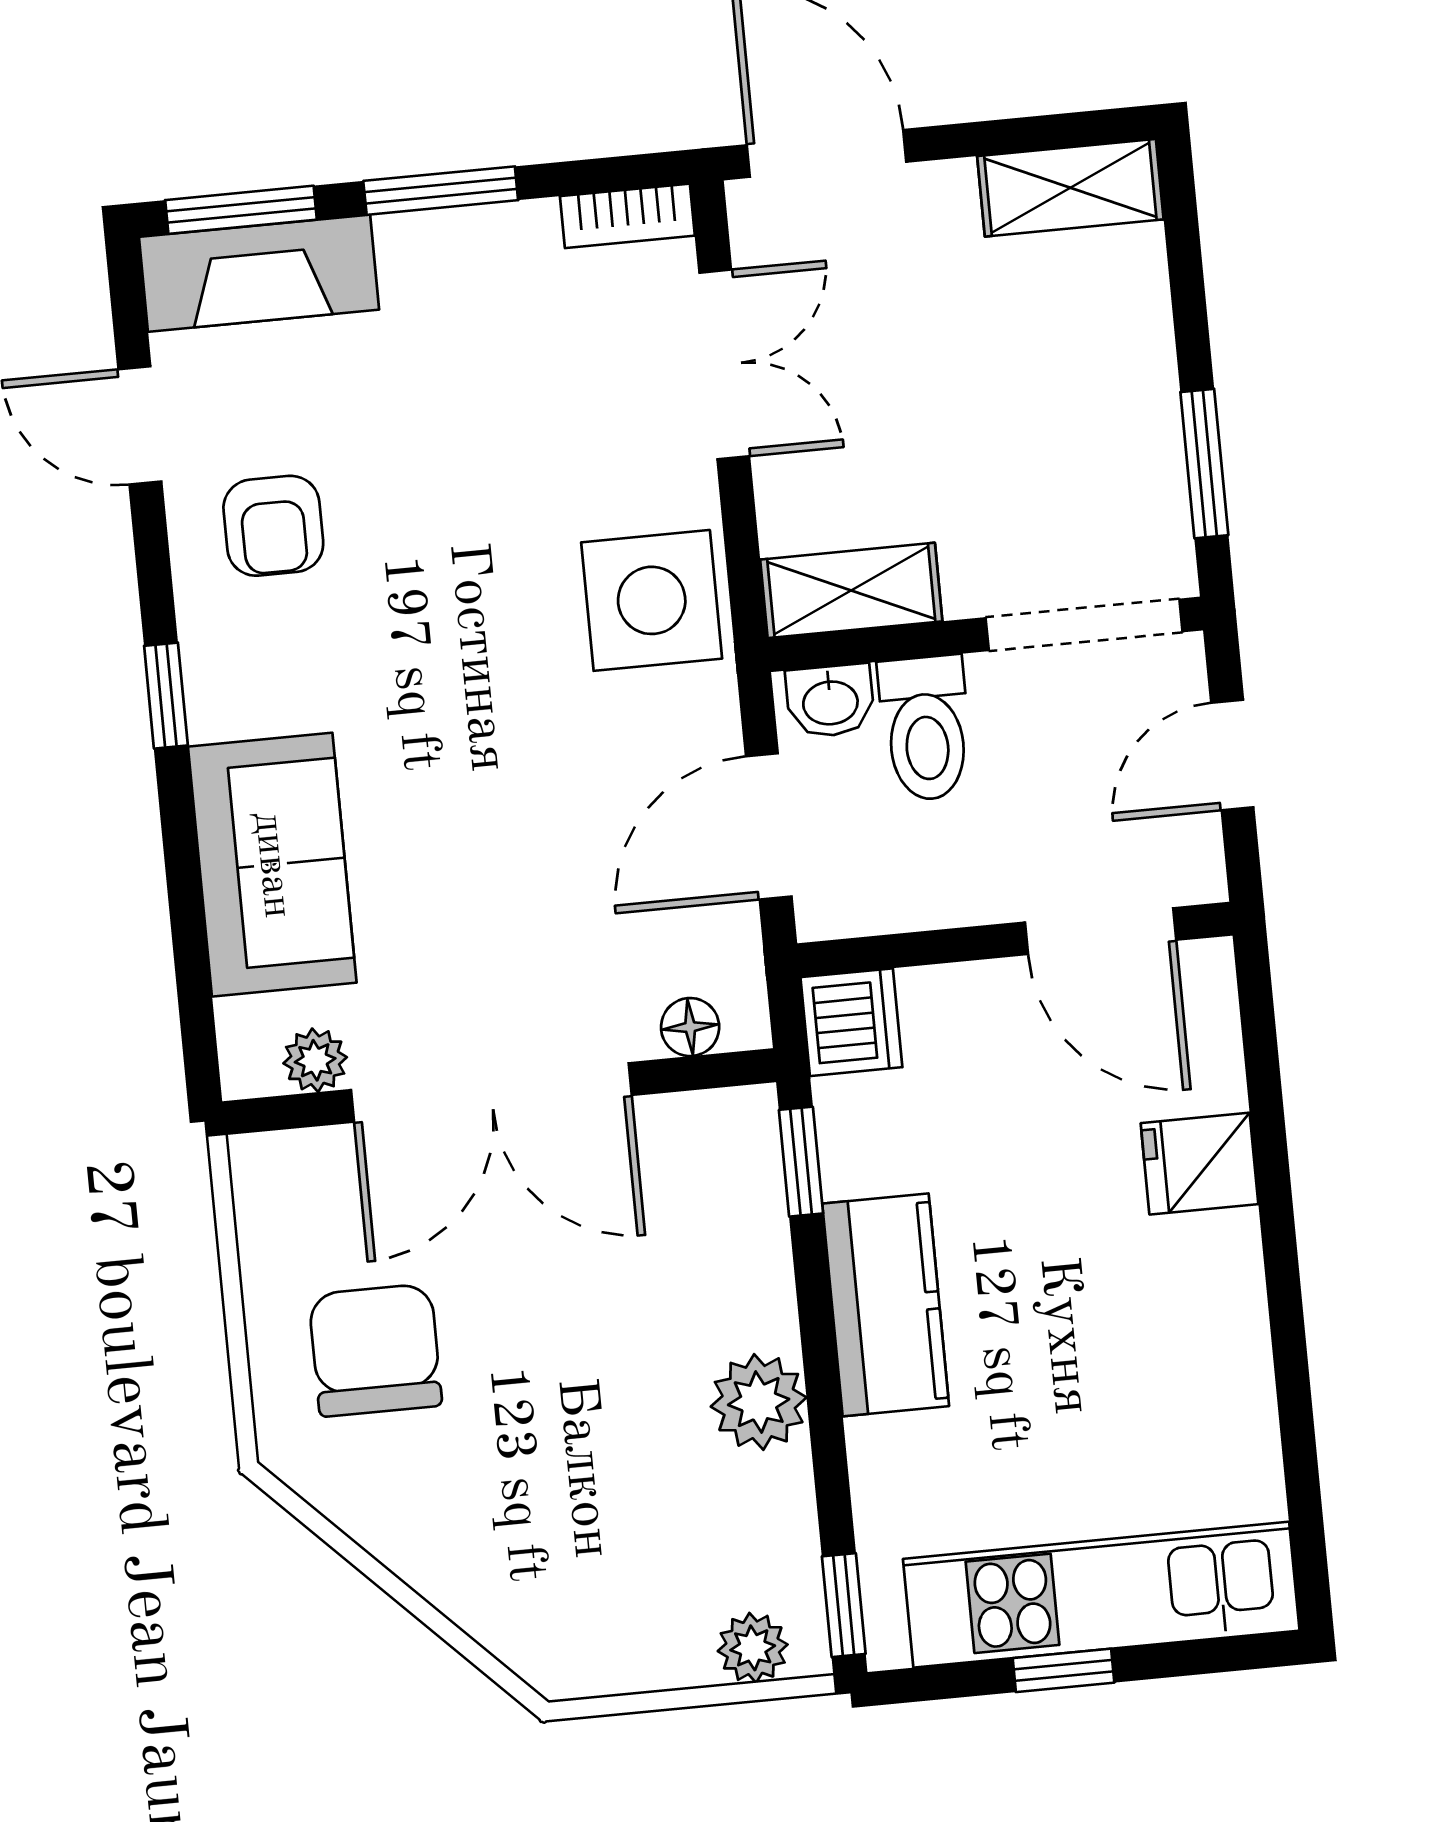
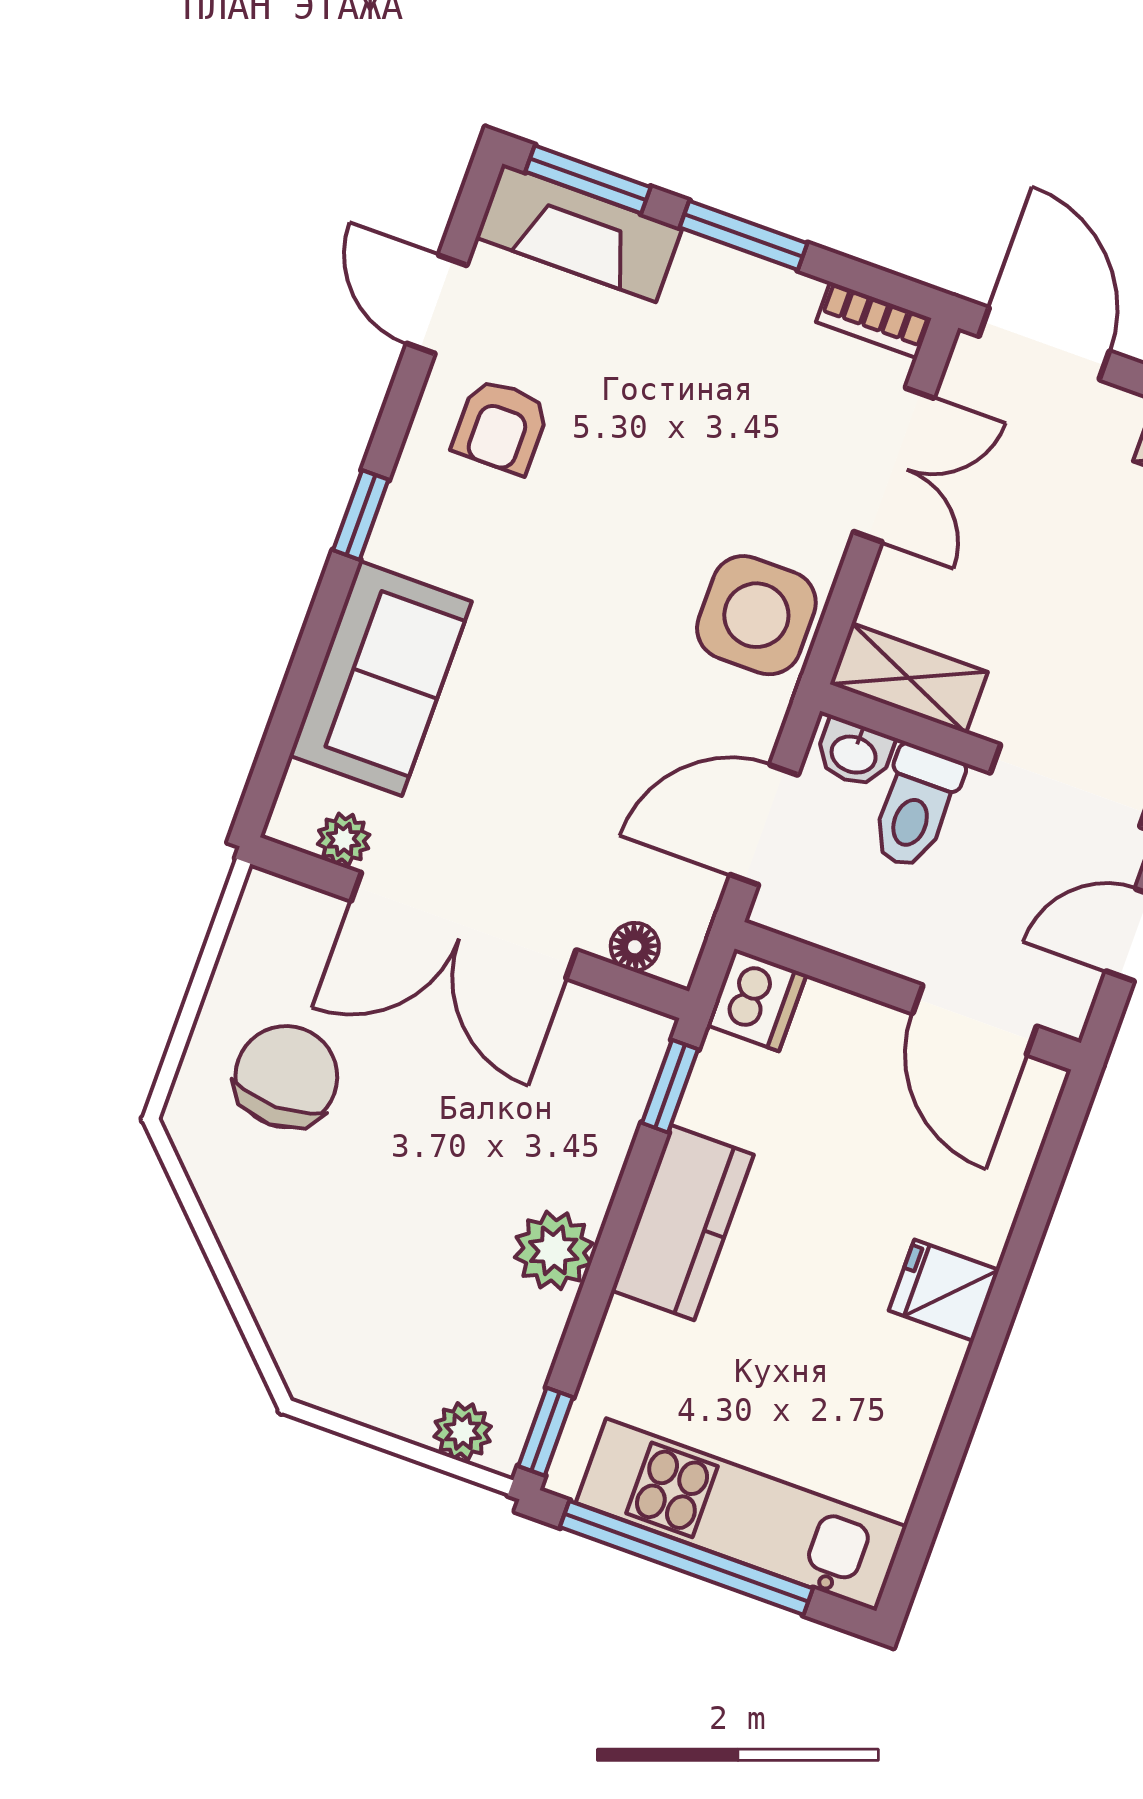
fridge: (1200, 1164) -> (944, 1290), moved
window: (1063, 1670) -> (686, 1558), width x3.17

